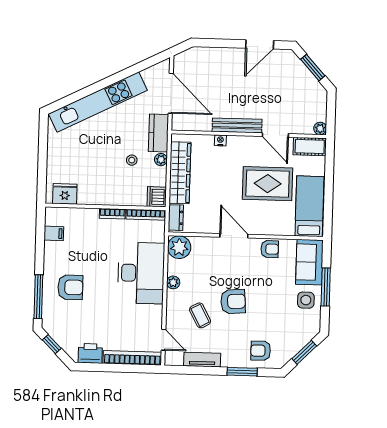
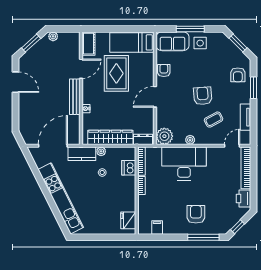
plant: (320, 128) -> (53, 36), moved
dishwasher: (157, 197) -> (129, 168), moved, turned 90

